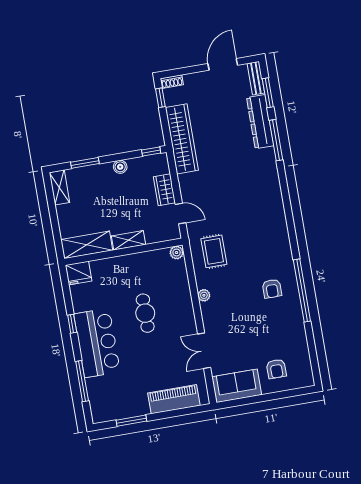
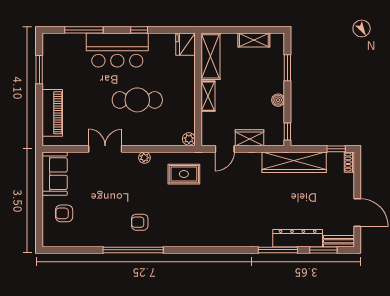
shelving: (59, 187) -> (254, 40), moved
cafe table: (145, 313) -> (137, 100), width x1.37, depth x1.35
double door: (204, 351) -> (105, 149), moved

